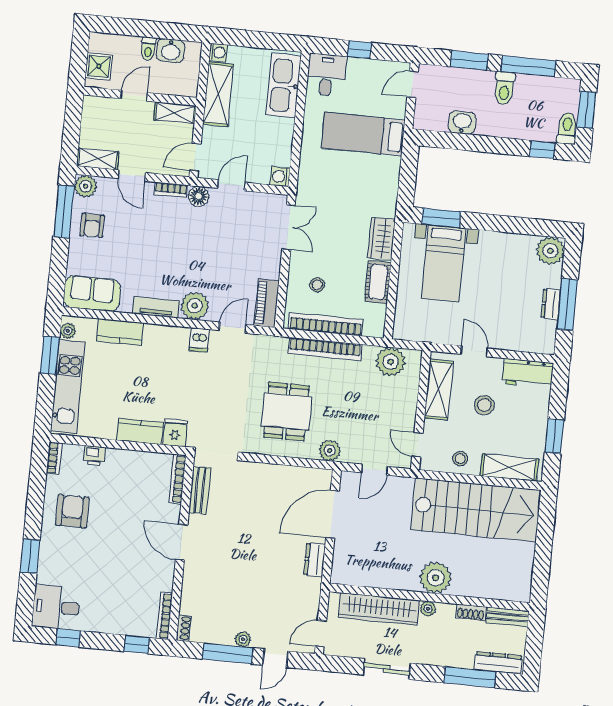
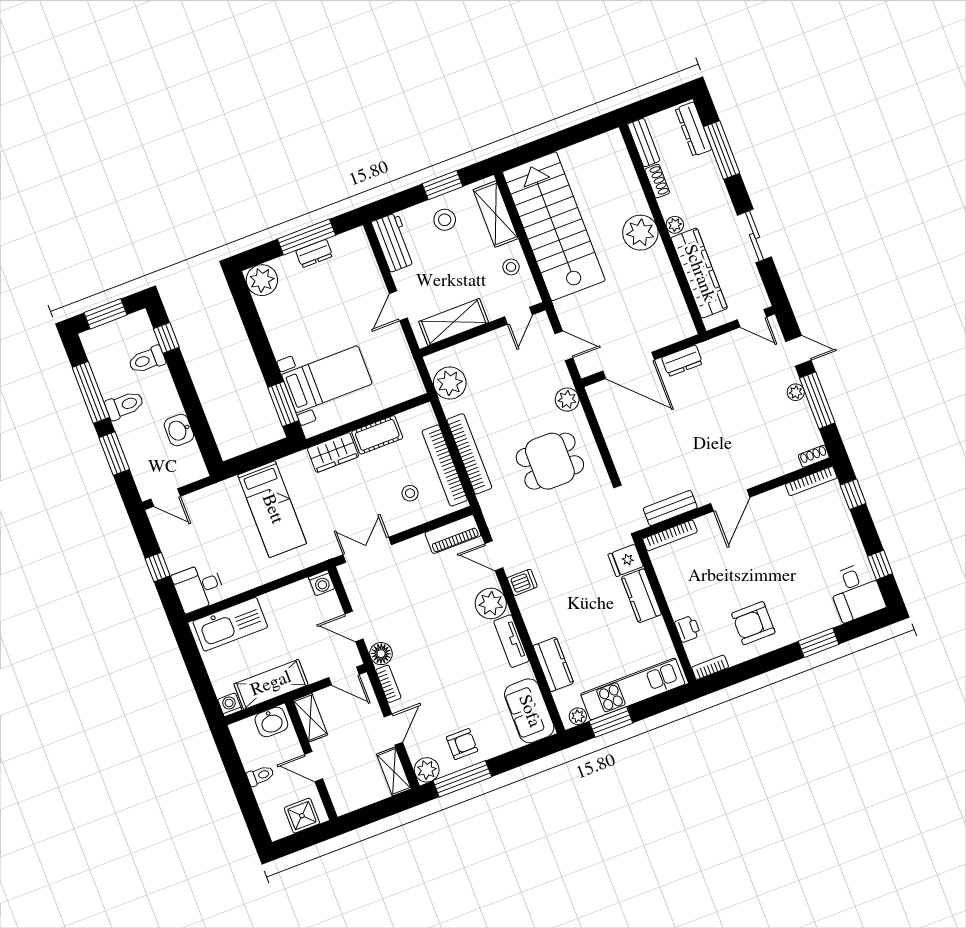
washbasin: (170, 51) -> (271, 722), moved, turned 90
toilet: (567, 128) -> (147, 360), moved
bed: (363, 134) -> (272, 509), moved
stool: (484, 405) -> (445, 220), moved

